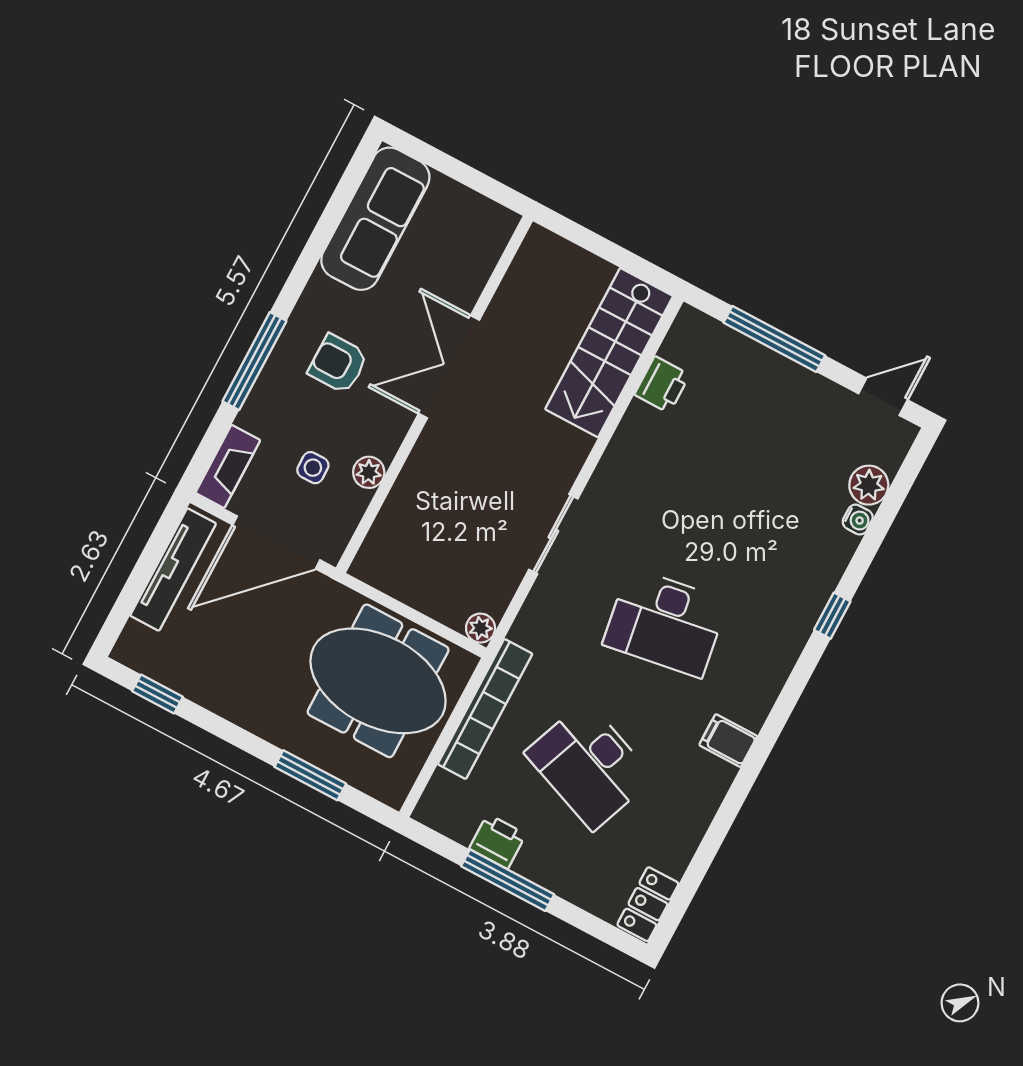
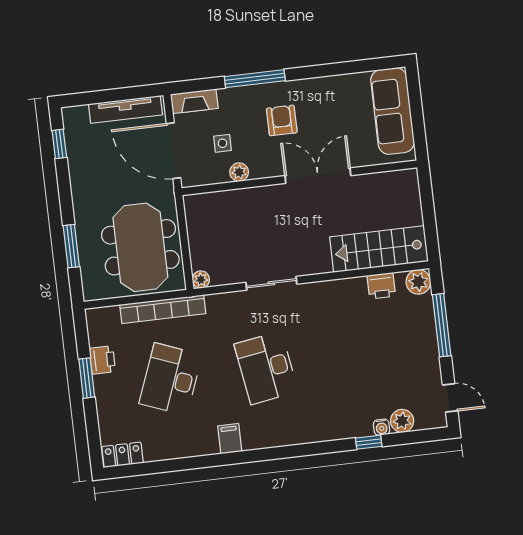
sofa: (375, 219) -> (393, 111), moved, turned 90
plant: (692, 329) -> (418, 282), added
window: (832, 616) -> (369, 442), moved
window: (508, 880) -> (87, 378), width x0.69

